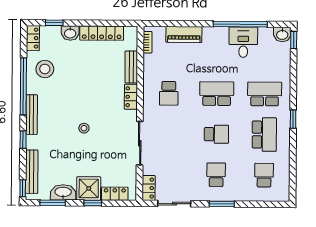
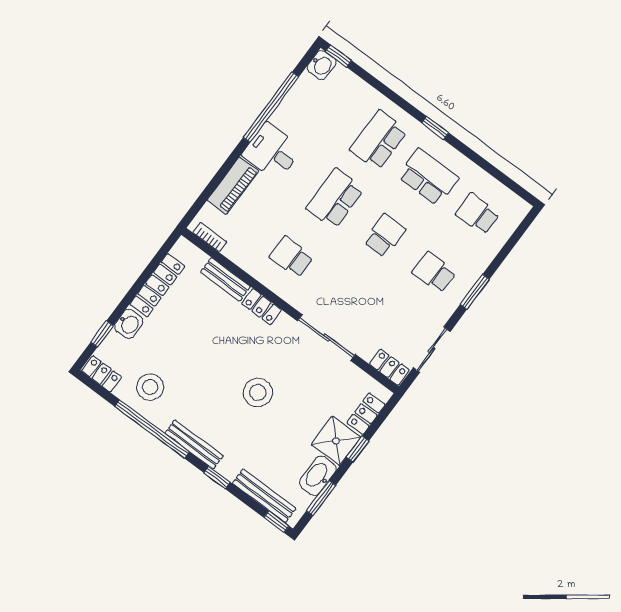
desk: (243, 42) -> (272, 152), moved
school desk: (169, 93) -> (291, 257), turned 180
stool: (84, 128) -> (258, 392), width x1.89, depth x1.89

